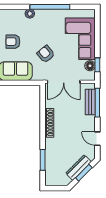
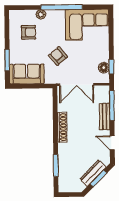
corner sofa: (80, 39) -> (87, 25), moved, turned -90
armchair: (13, 42) -> (28, 32), moved, turned 180
bench: (90, 102) -> (105, 117), moved

